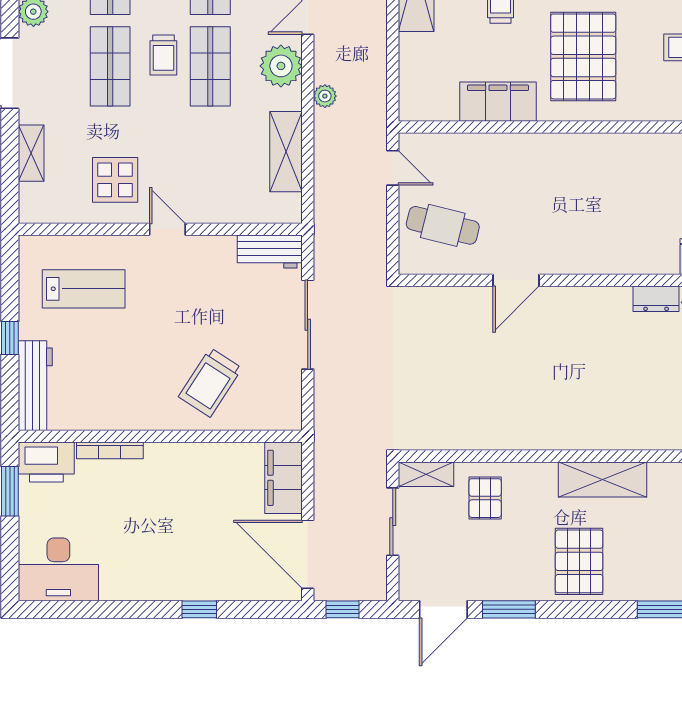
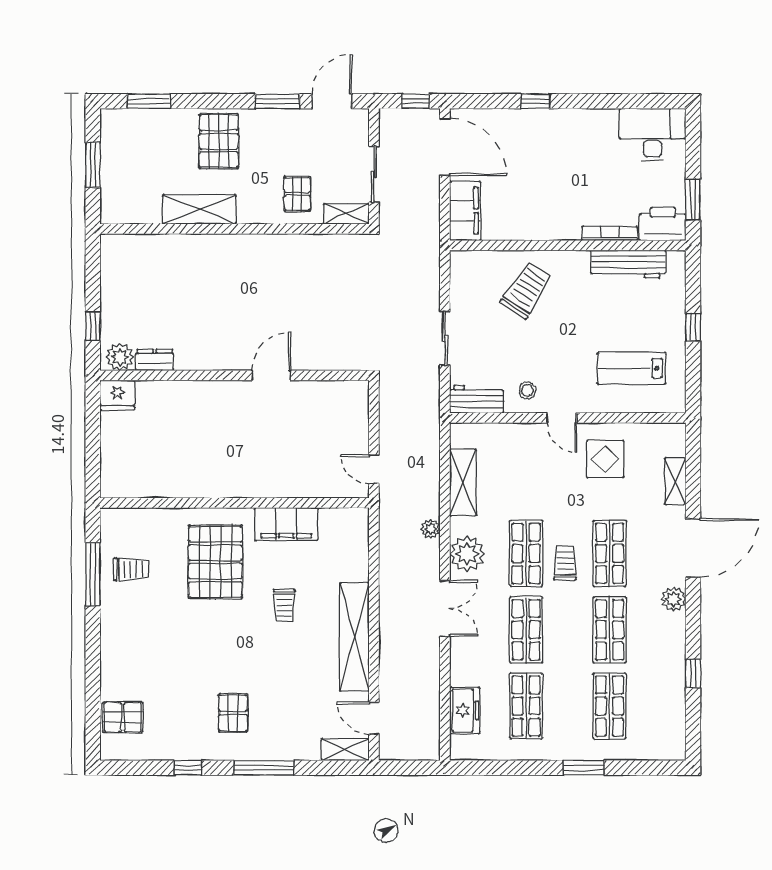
cafe table: (443, 225) -> (332, 421), removed
stool: (209, 262) -> (527, 391), added
sliding door: (308, 325) -> (445, 338), width x0.73
workbench: (35, 386) -> (628, 264), moved, turned -90

